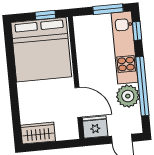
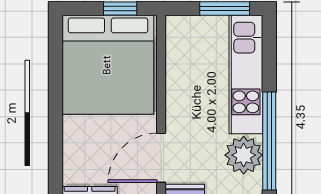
window: (137, 31) -> (269, 49), removed
door: (78, 102) -> (161, 158), swing flipped

